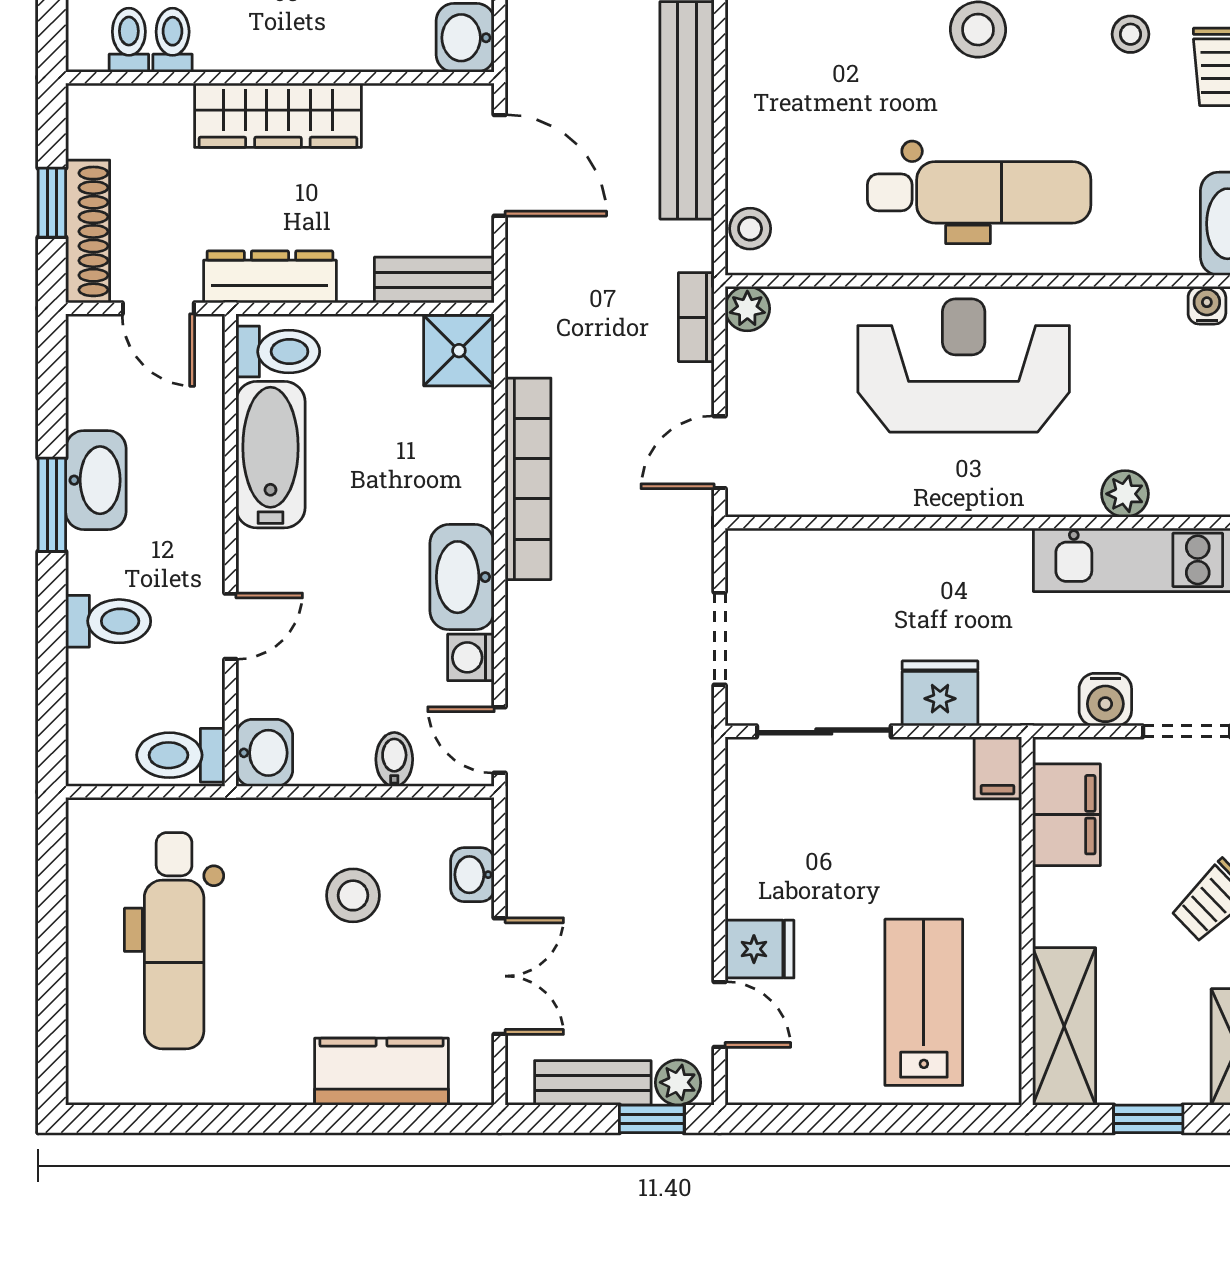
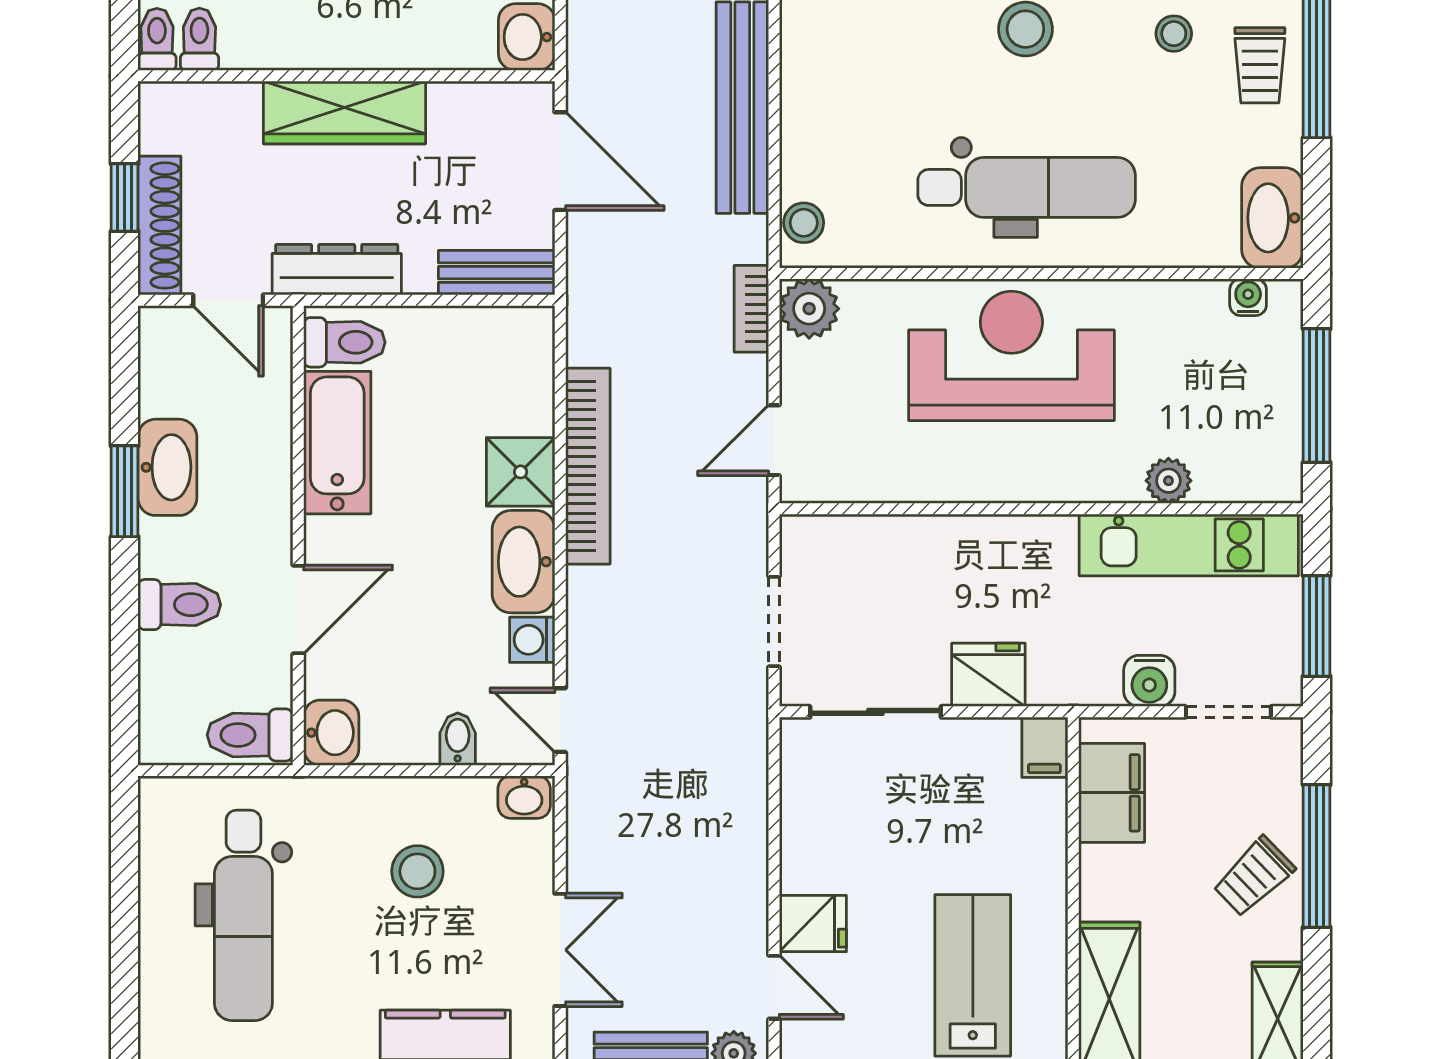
toilet: (173, 40) -> (157, 39), moved
plant: (747, 309) -> (809, 309), width x1.38, depth x1.38
shower: (459, 351) -> (521, 472), moved
door: (230, 626) -> (298, 610), width x1.38
washbasin: (472, 875) -> (524, 797), moved, turned -90

